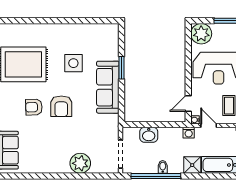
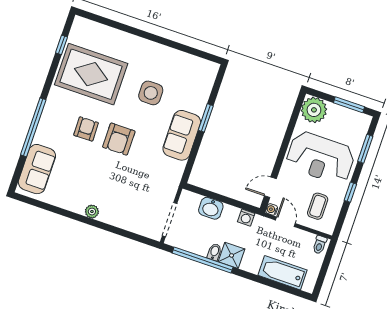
sofa: (108, 87) -> (182, 135), width x0.73
armchair: (34, 107) -> (86, 129), turned 91
washing machine: (189, 133) -> (246, 218), moved
plant: (80, 163) -> (92, 212), moved, width x0.53, depth x0.53
shower: (192, 165) -> (231, 255), moved

